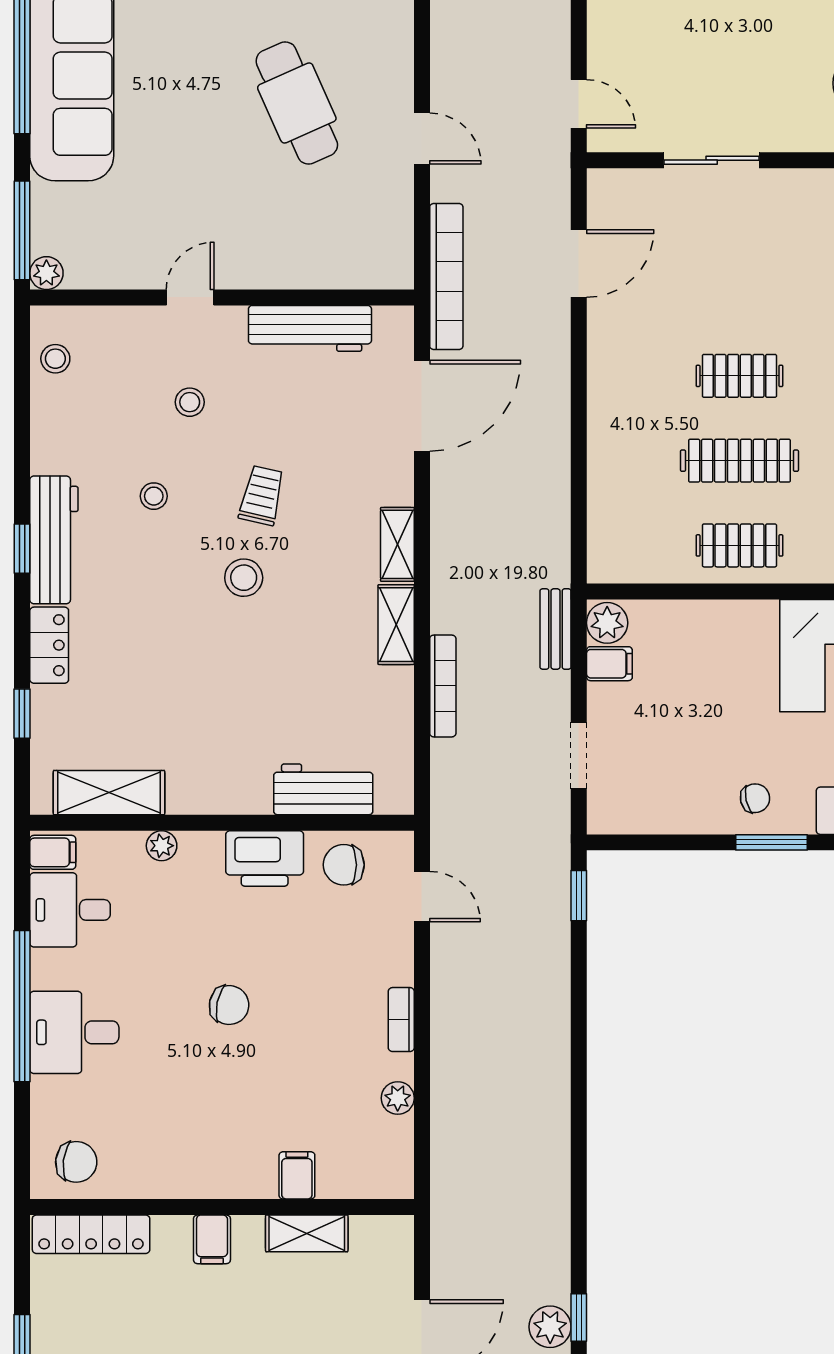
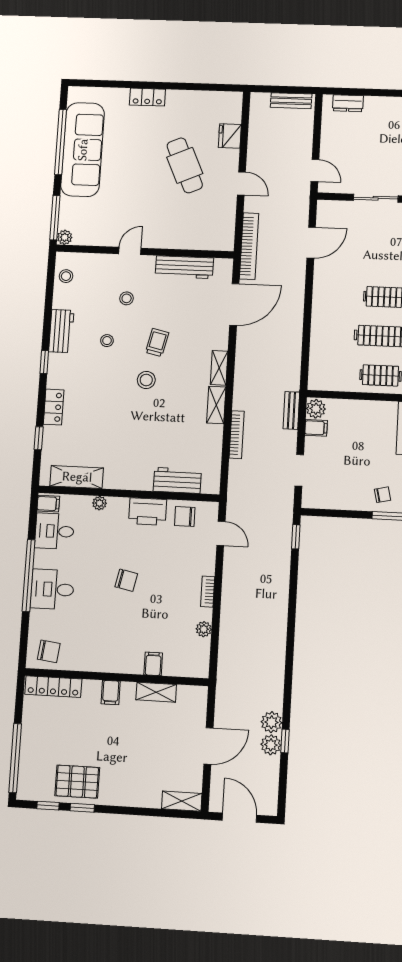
fridge: (391, 33) -> (230, 136), added
workbench: (54, 540) -> (61, 331), moved, width x0.73
plant: (549, 1281) -> (271, 722), added

